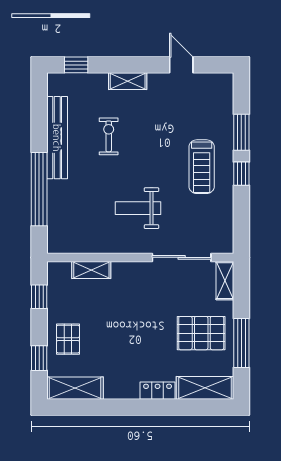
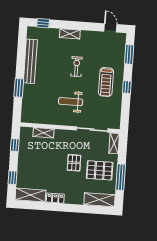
door: (181, 65) -> (110, 28), moved
window: (241, 132) -> (129, 54), moved
exercise bike: (109, 136) -> (76, 67), moved
window: (39, 189) -> (19, 88), width x0.47
pallet: (68, 339) -> (74, 163), moved
locker: (158, 391) -> (55, 198), moved

